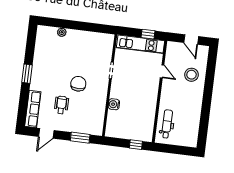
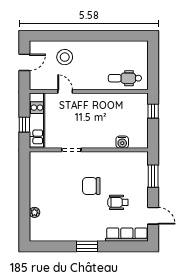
window: (148, 34) -> (24, 125), moved
door: (162, 71) -> (65, 91), hinge flipped
water cooler: (114, 104) -> (122, 142), moved

